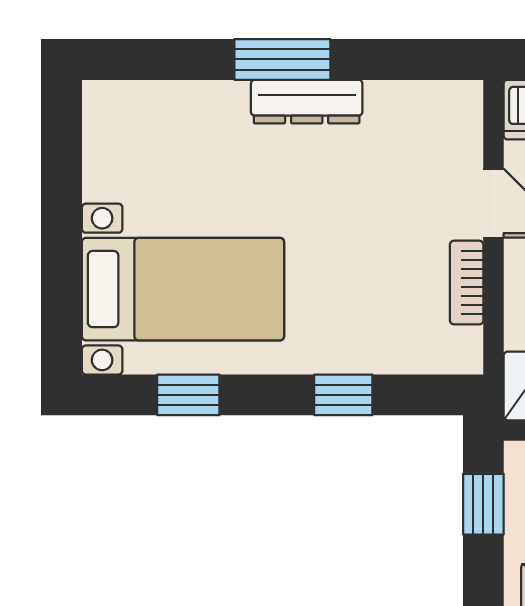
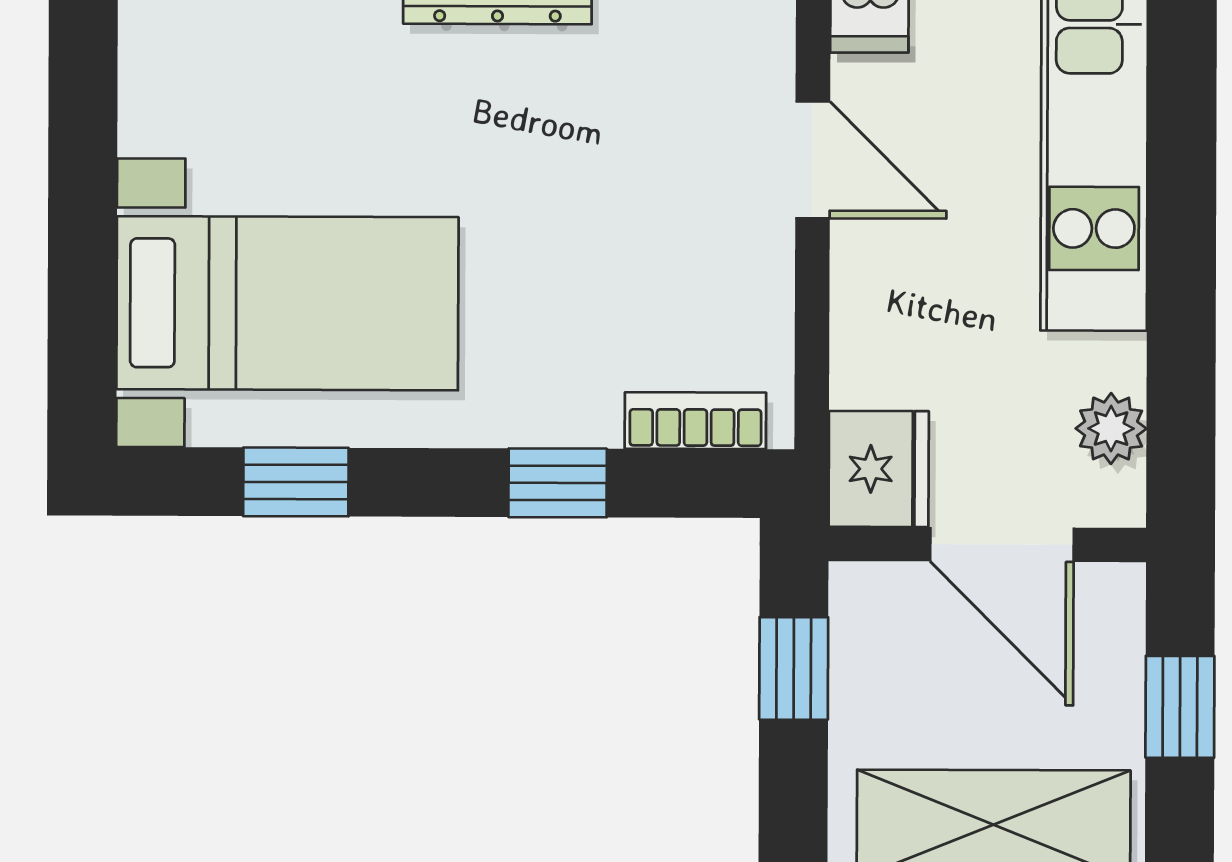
bookcase: (467, 283) -> (695, 421), moved, turned 90

